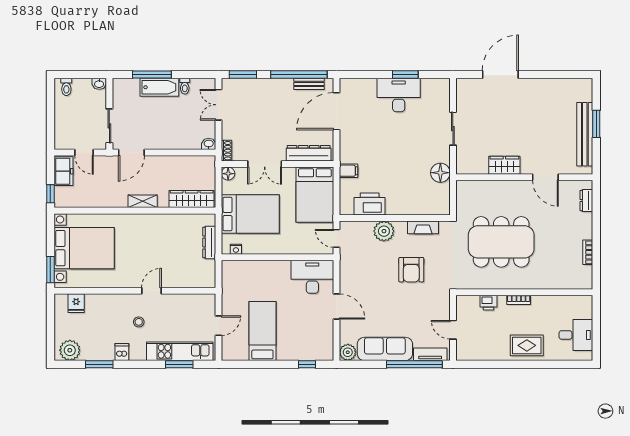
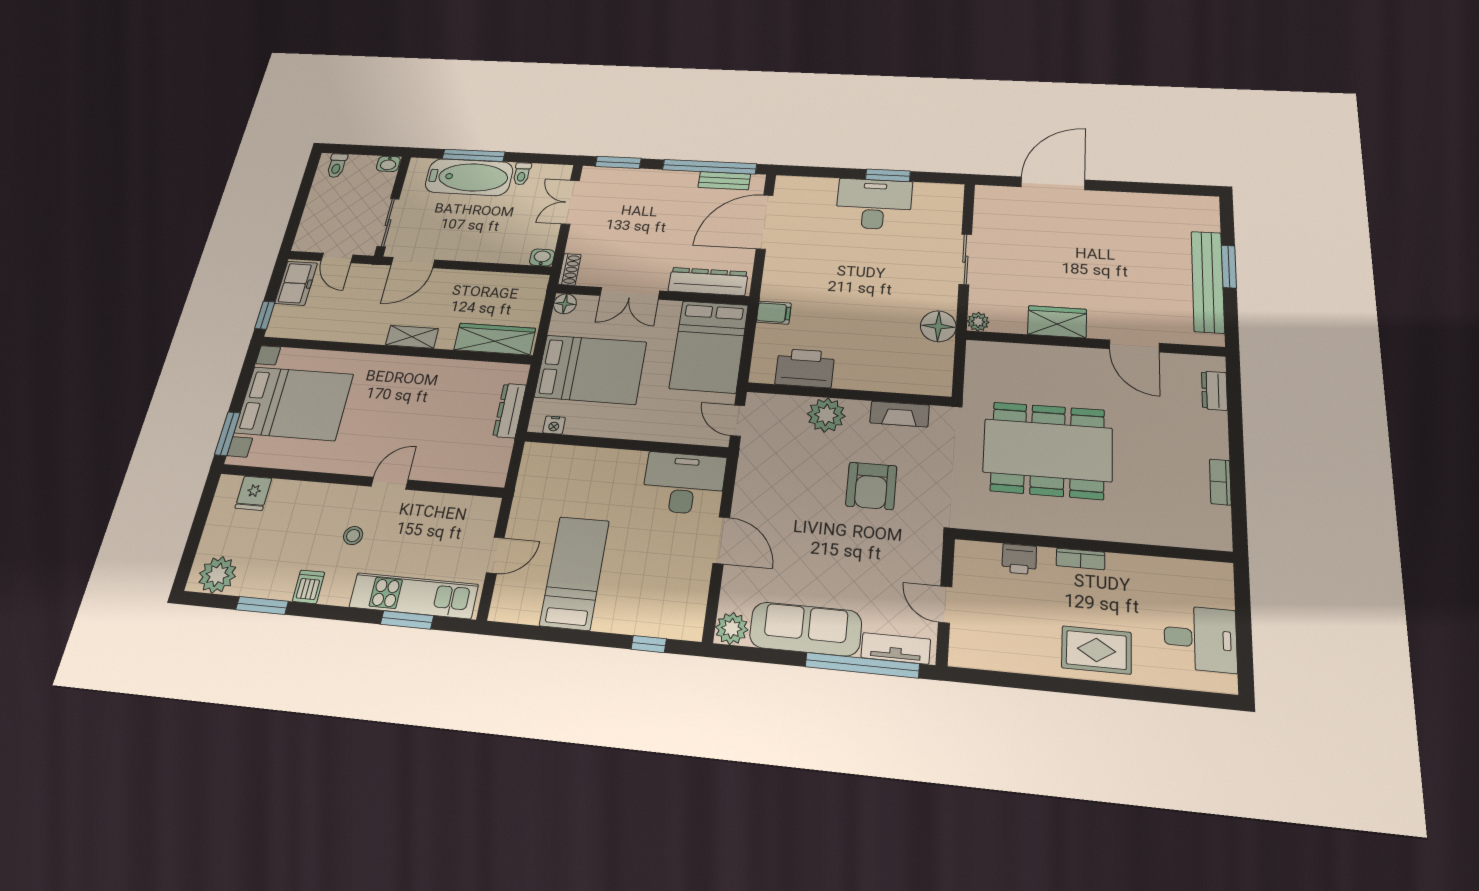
bathtub: (159, 87) -> (469, 177), width x1.36, depth x1.36
plant: (462, 168) -> (978, 322), added

